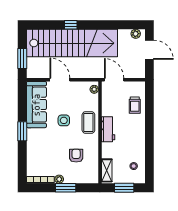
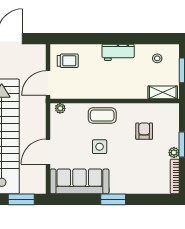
trolley: (135, 105) -> (68, 61), moved
workbench: (108, 129) -> (118, 52), moved, turned 180
armchair: (76, 156) -> (144, 131), turned 90

